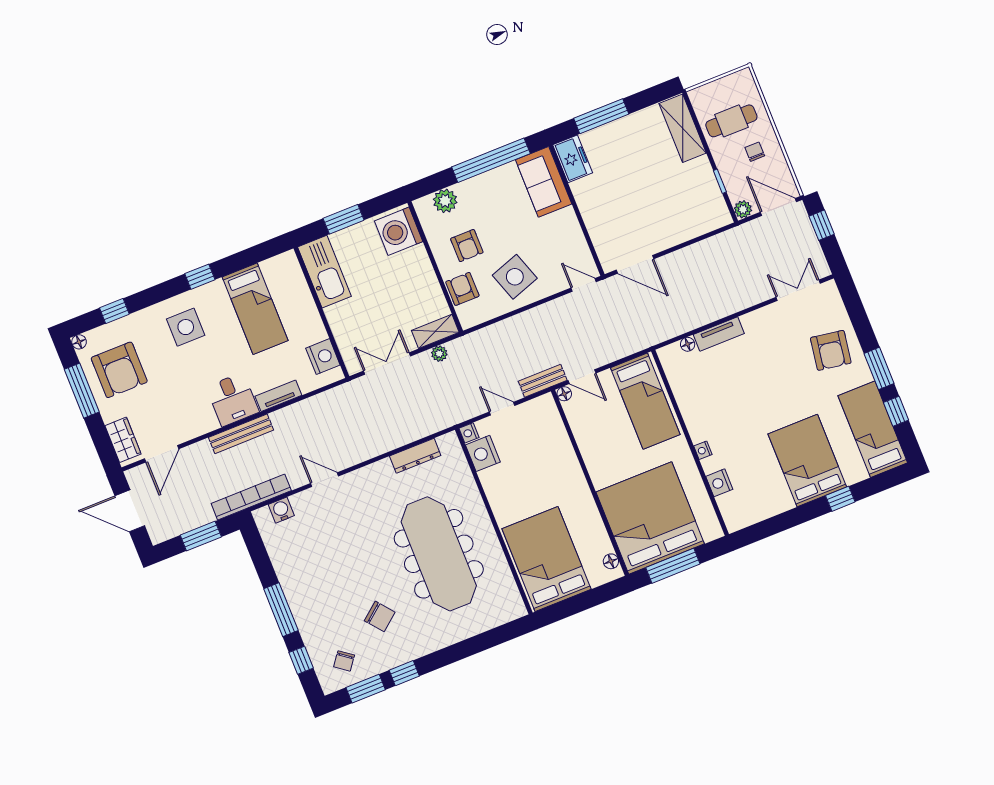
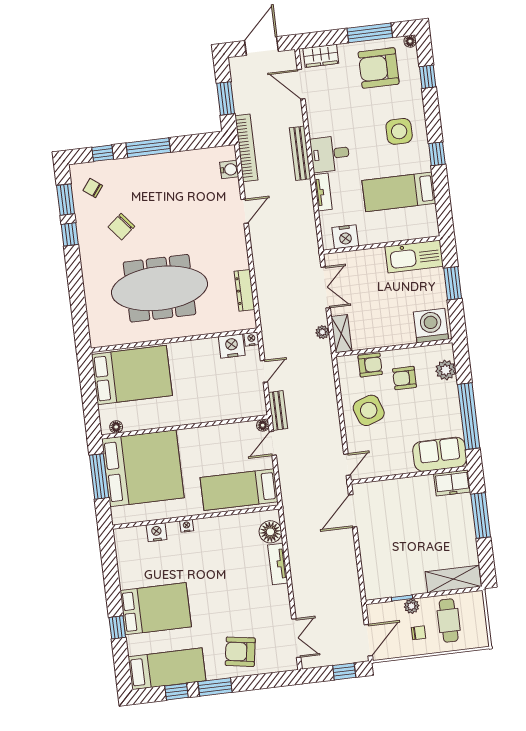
plant: (743, 209) -> (412, 606), moved
floor lamp: (688, 344) -> (270, 532), width x1.89, depth x1.89

